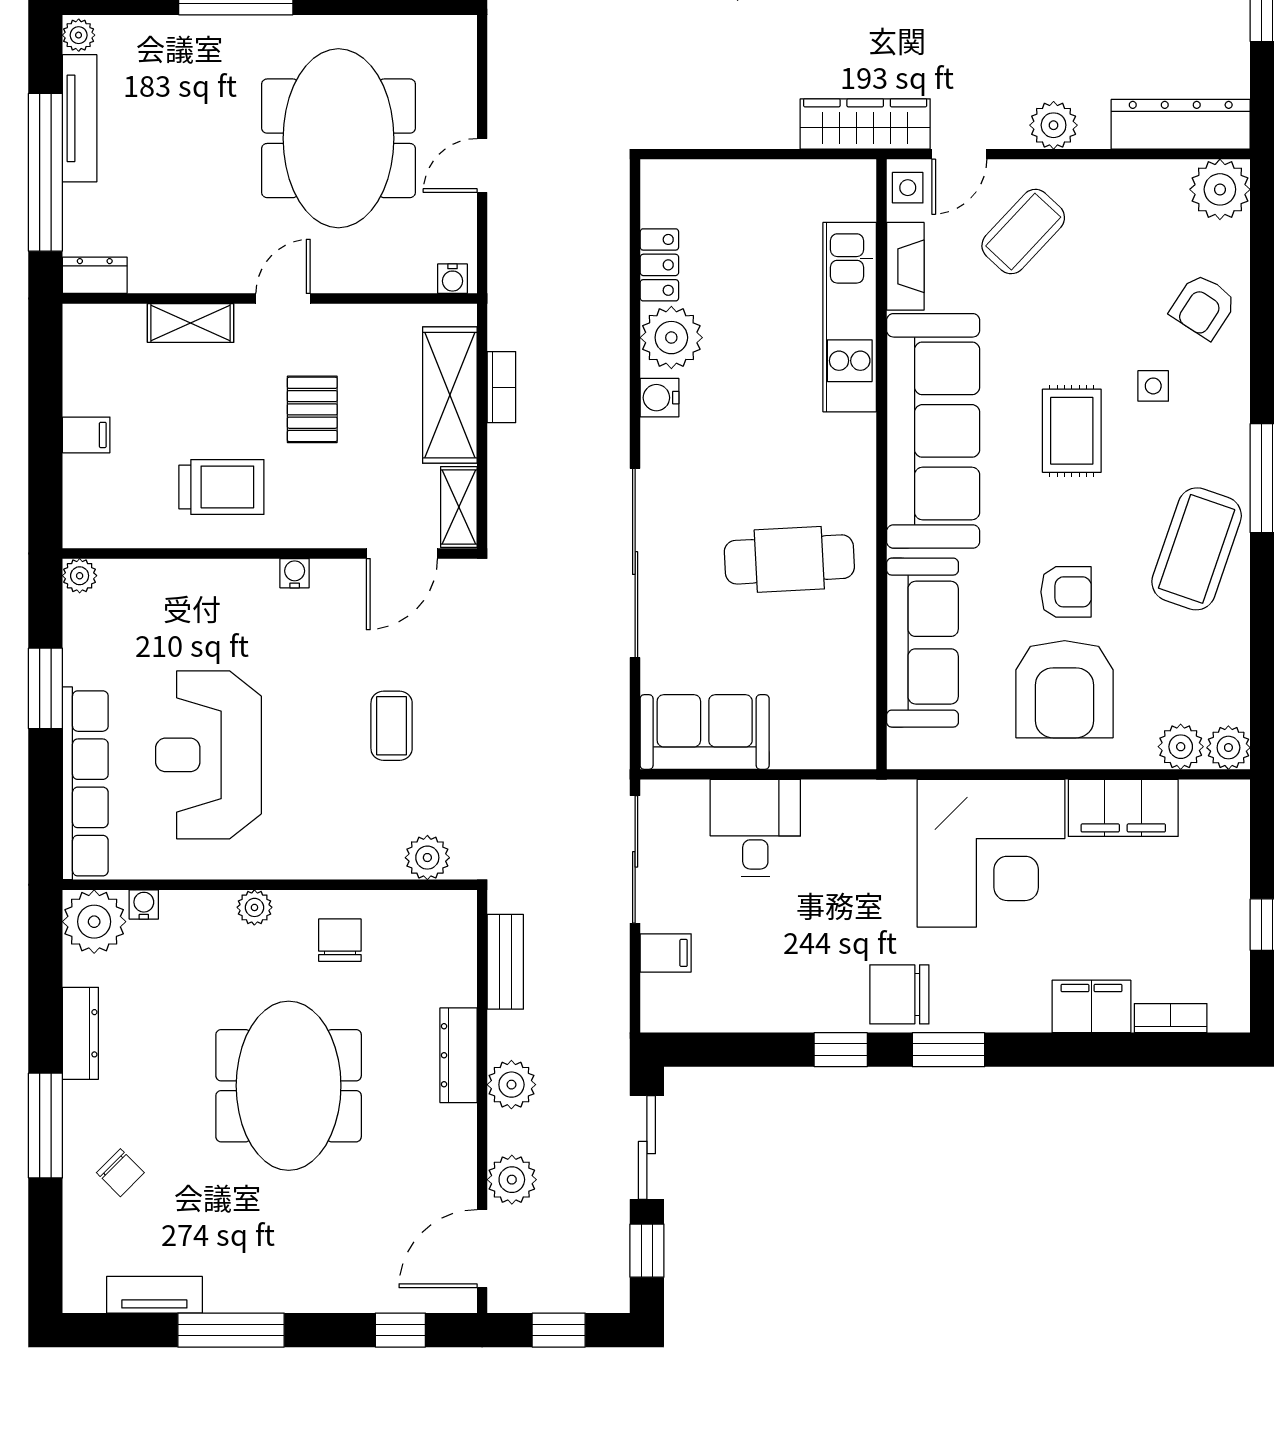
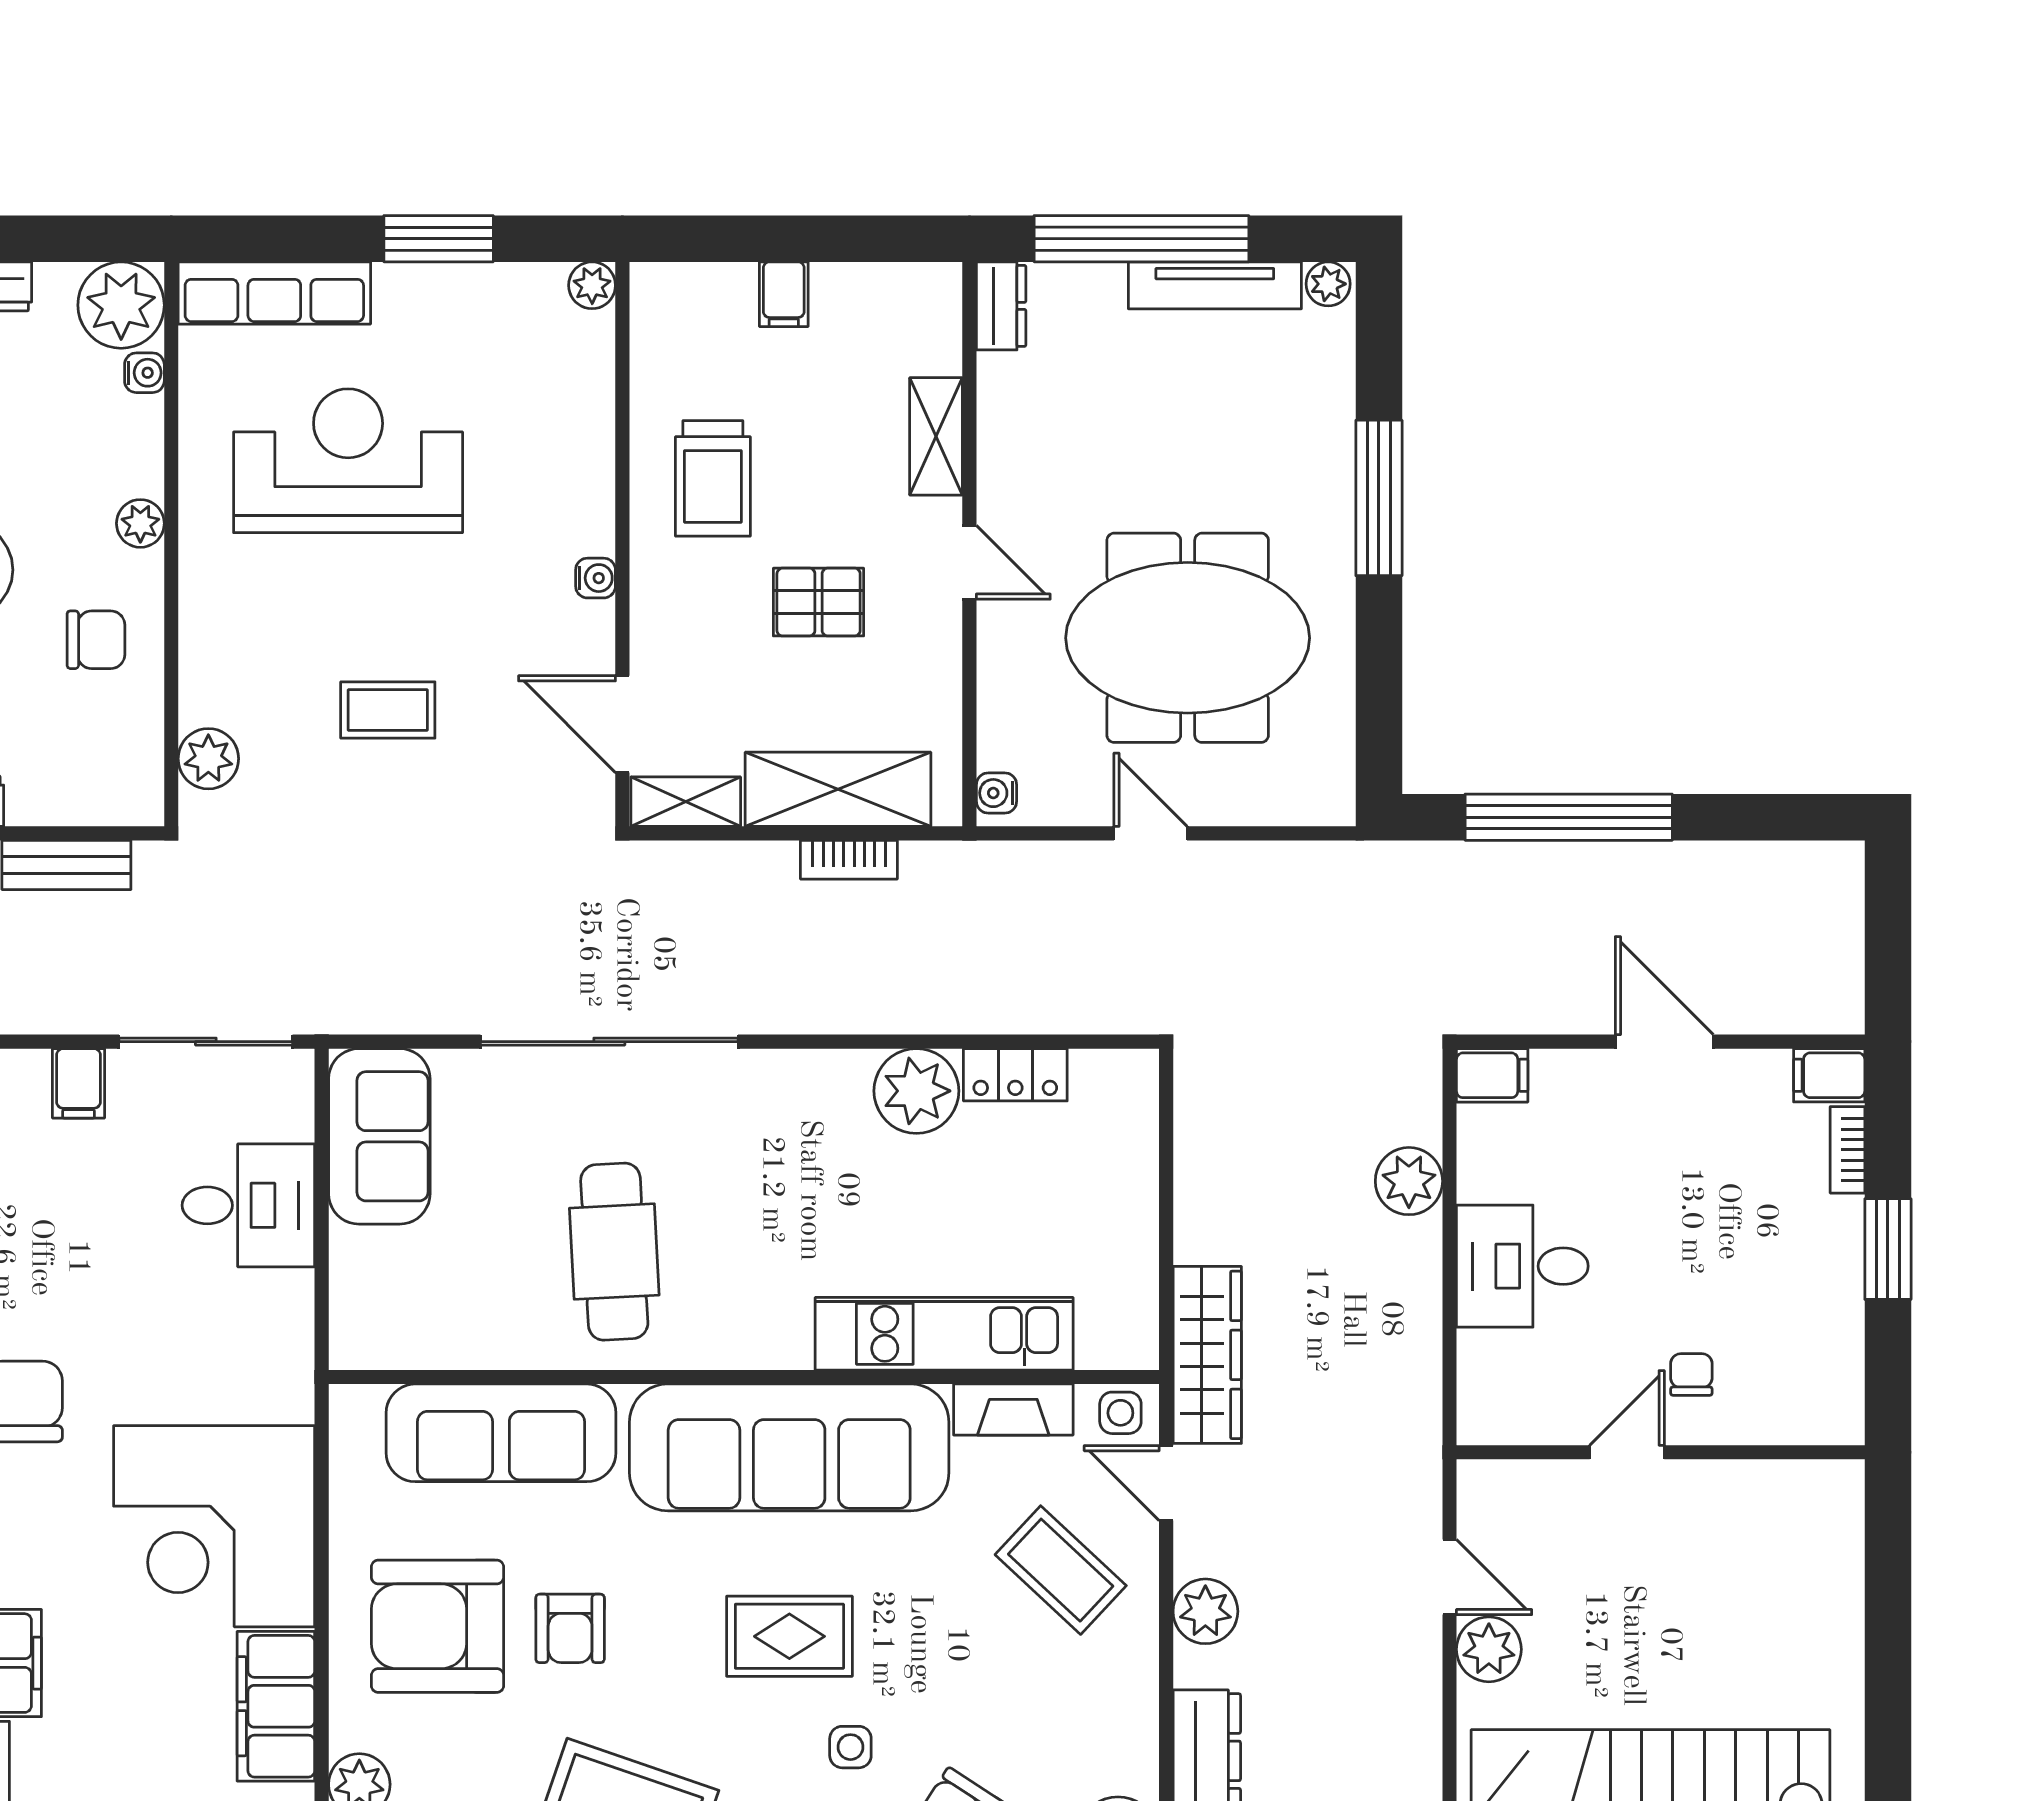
water cooler: (659, 398) -> (835, 1075), removed
row of seats: (85, 783) -> (274, 293), width x0.73

